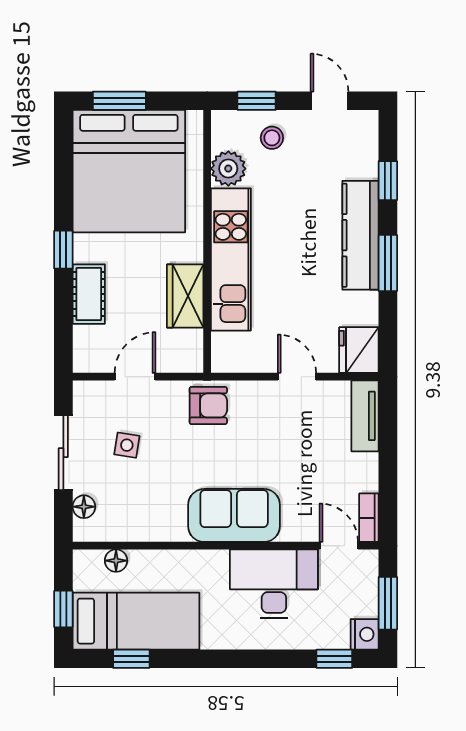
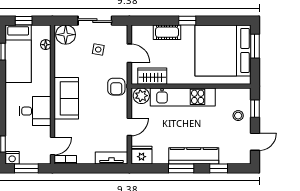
plant: (228, 169) -> (141, 96), moved
wardrobe: (185, 296) -> (152, 76), moved
floor lamp: (84, 507) -> (66, 35), width x1.89, depth x1.89
desk: (274, 584) -> (35, 111), width x0.73

